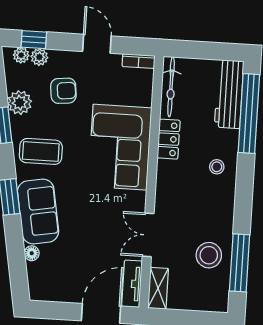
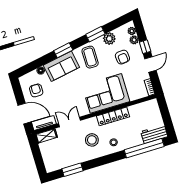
window: (34, 40) -> (145, 47), moved
bicycle: (171, 87) -> (143, 107), removed
workbench: (229, 94) -> (154, 134), width x0.73
locker: (169, 139) -> (113, 116), width x1.53
stool: (209, 255) -> (92, 140), moved
window: (240, 263) -> (72, 170), width x0.69
armchair: (66, 275) -> (36, 90), added

